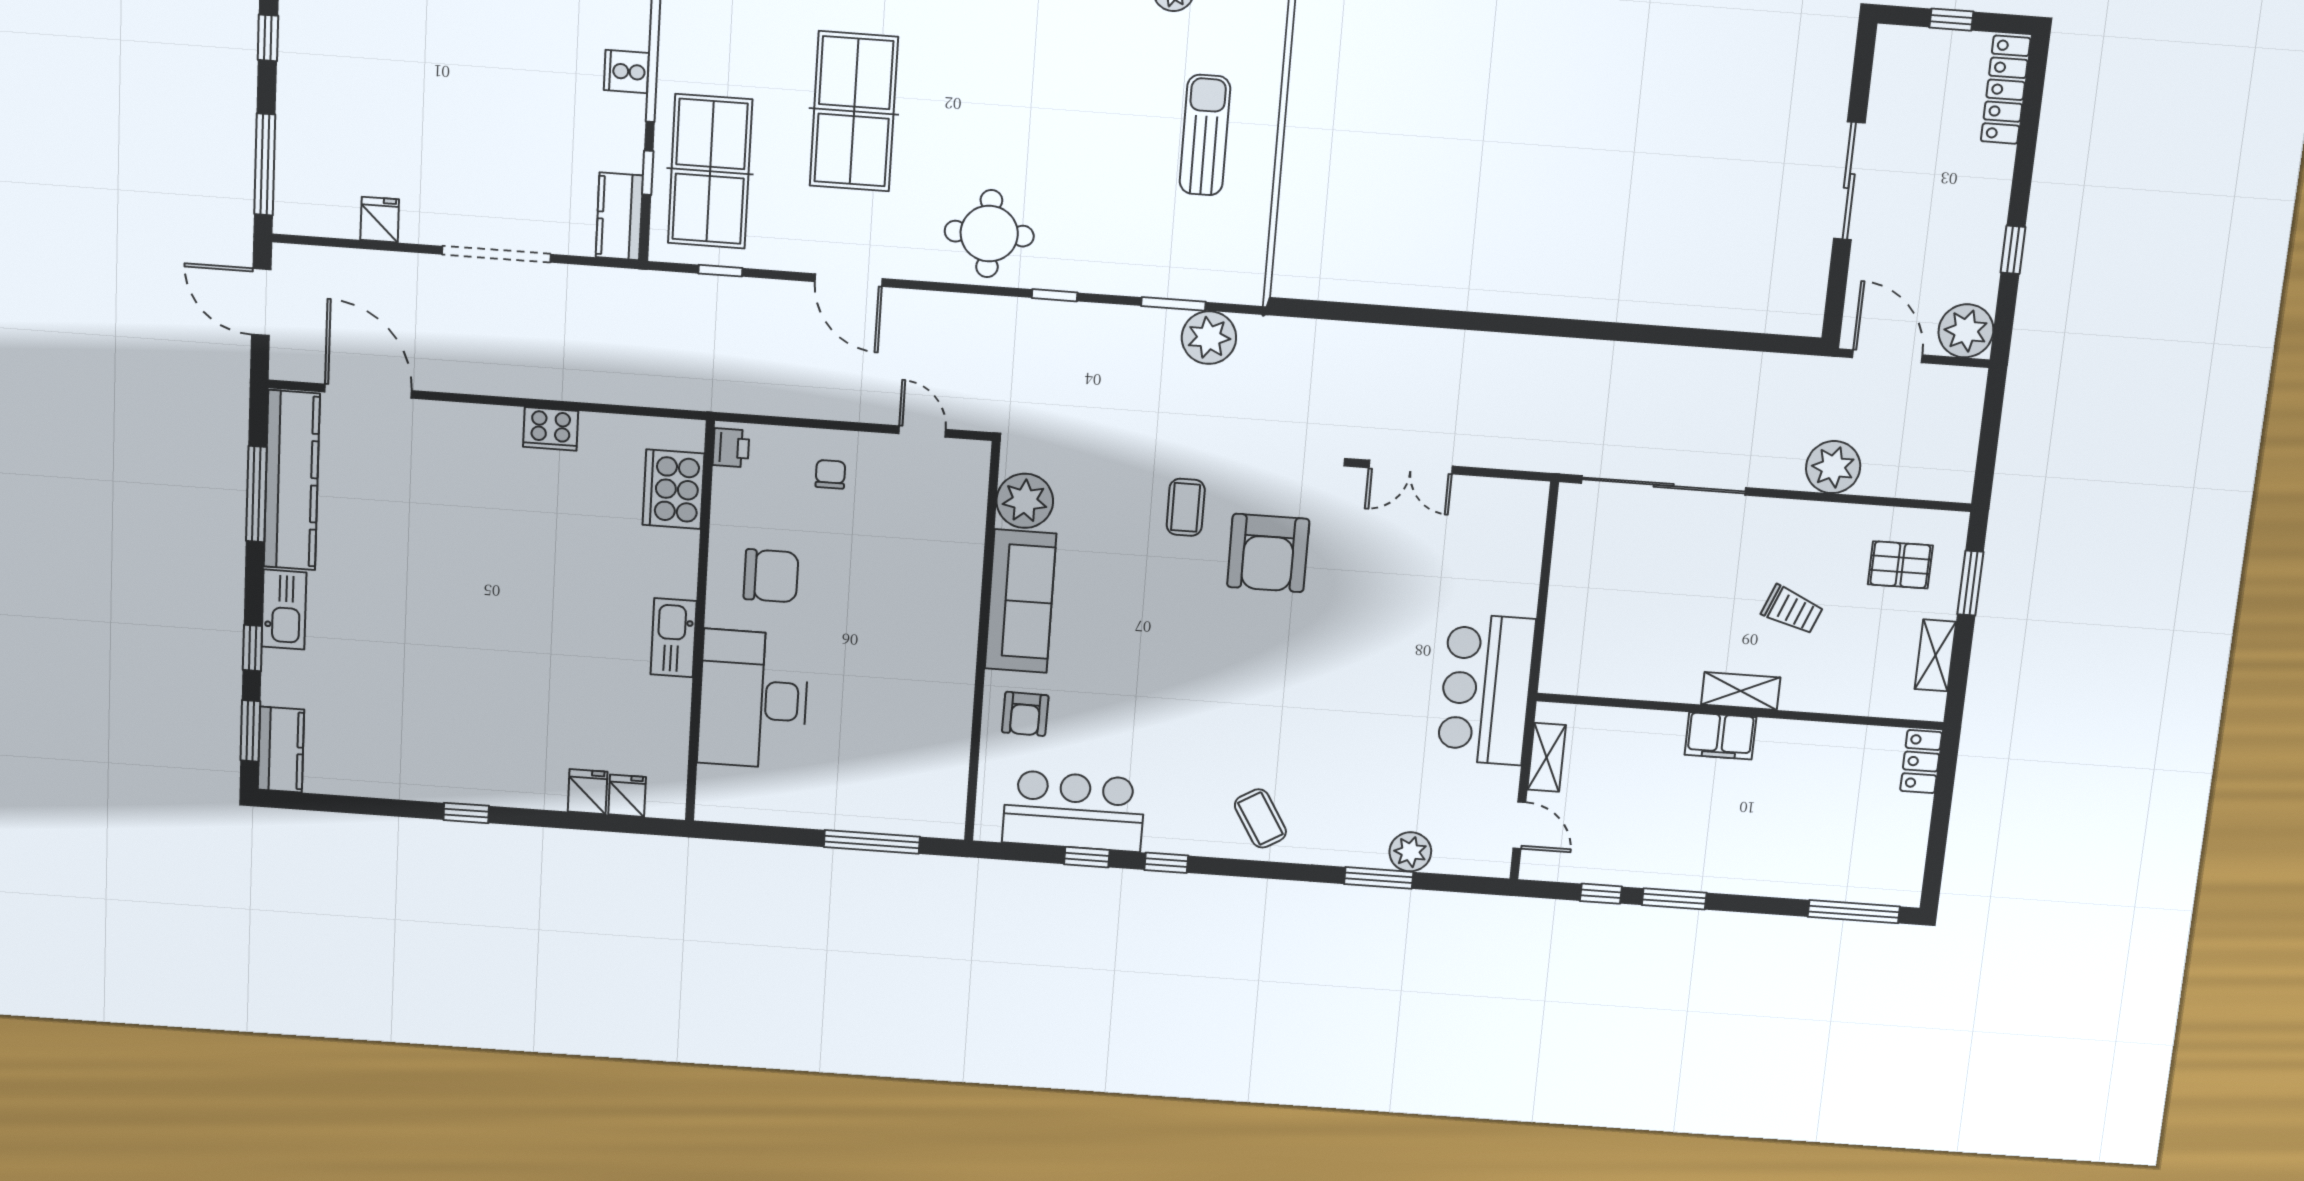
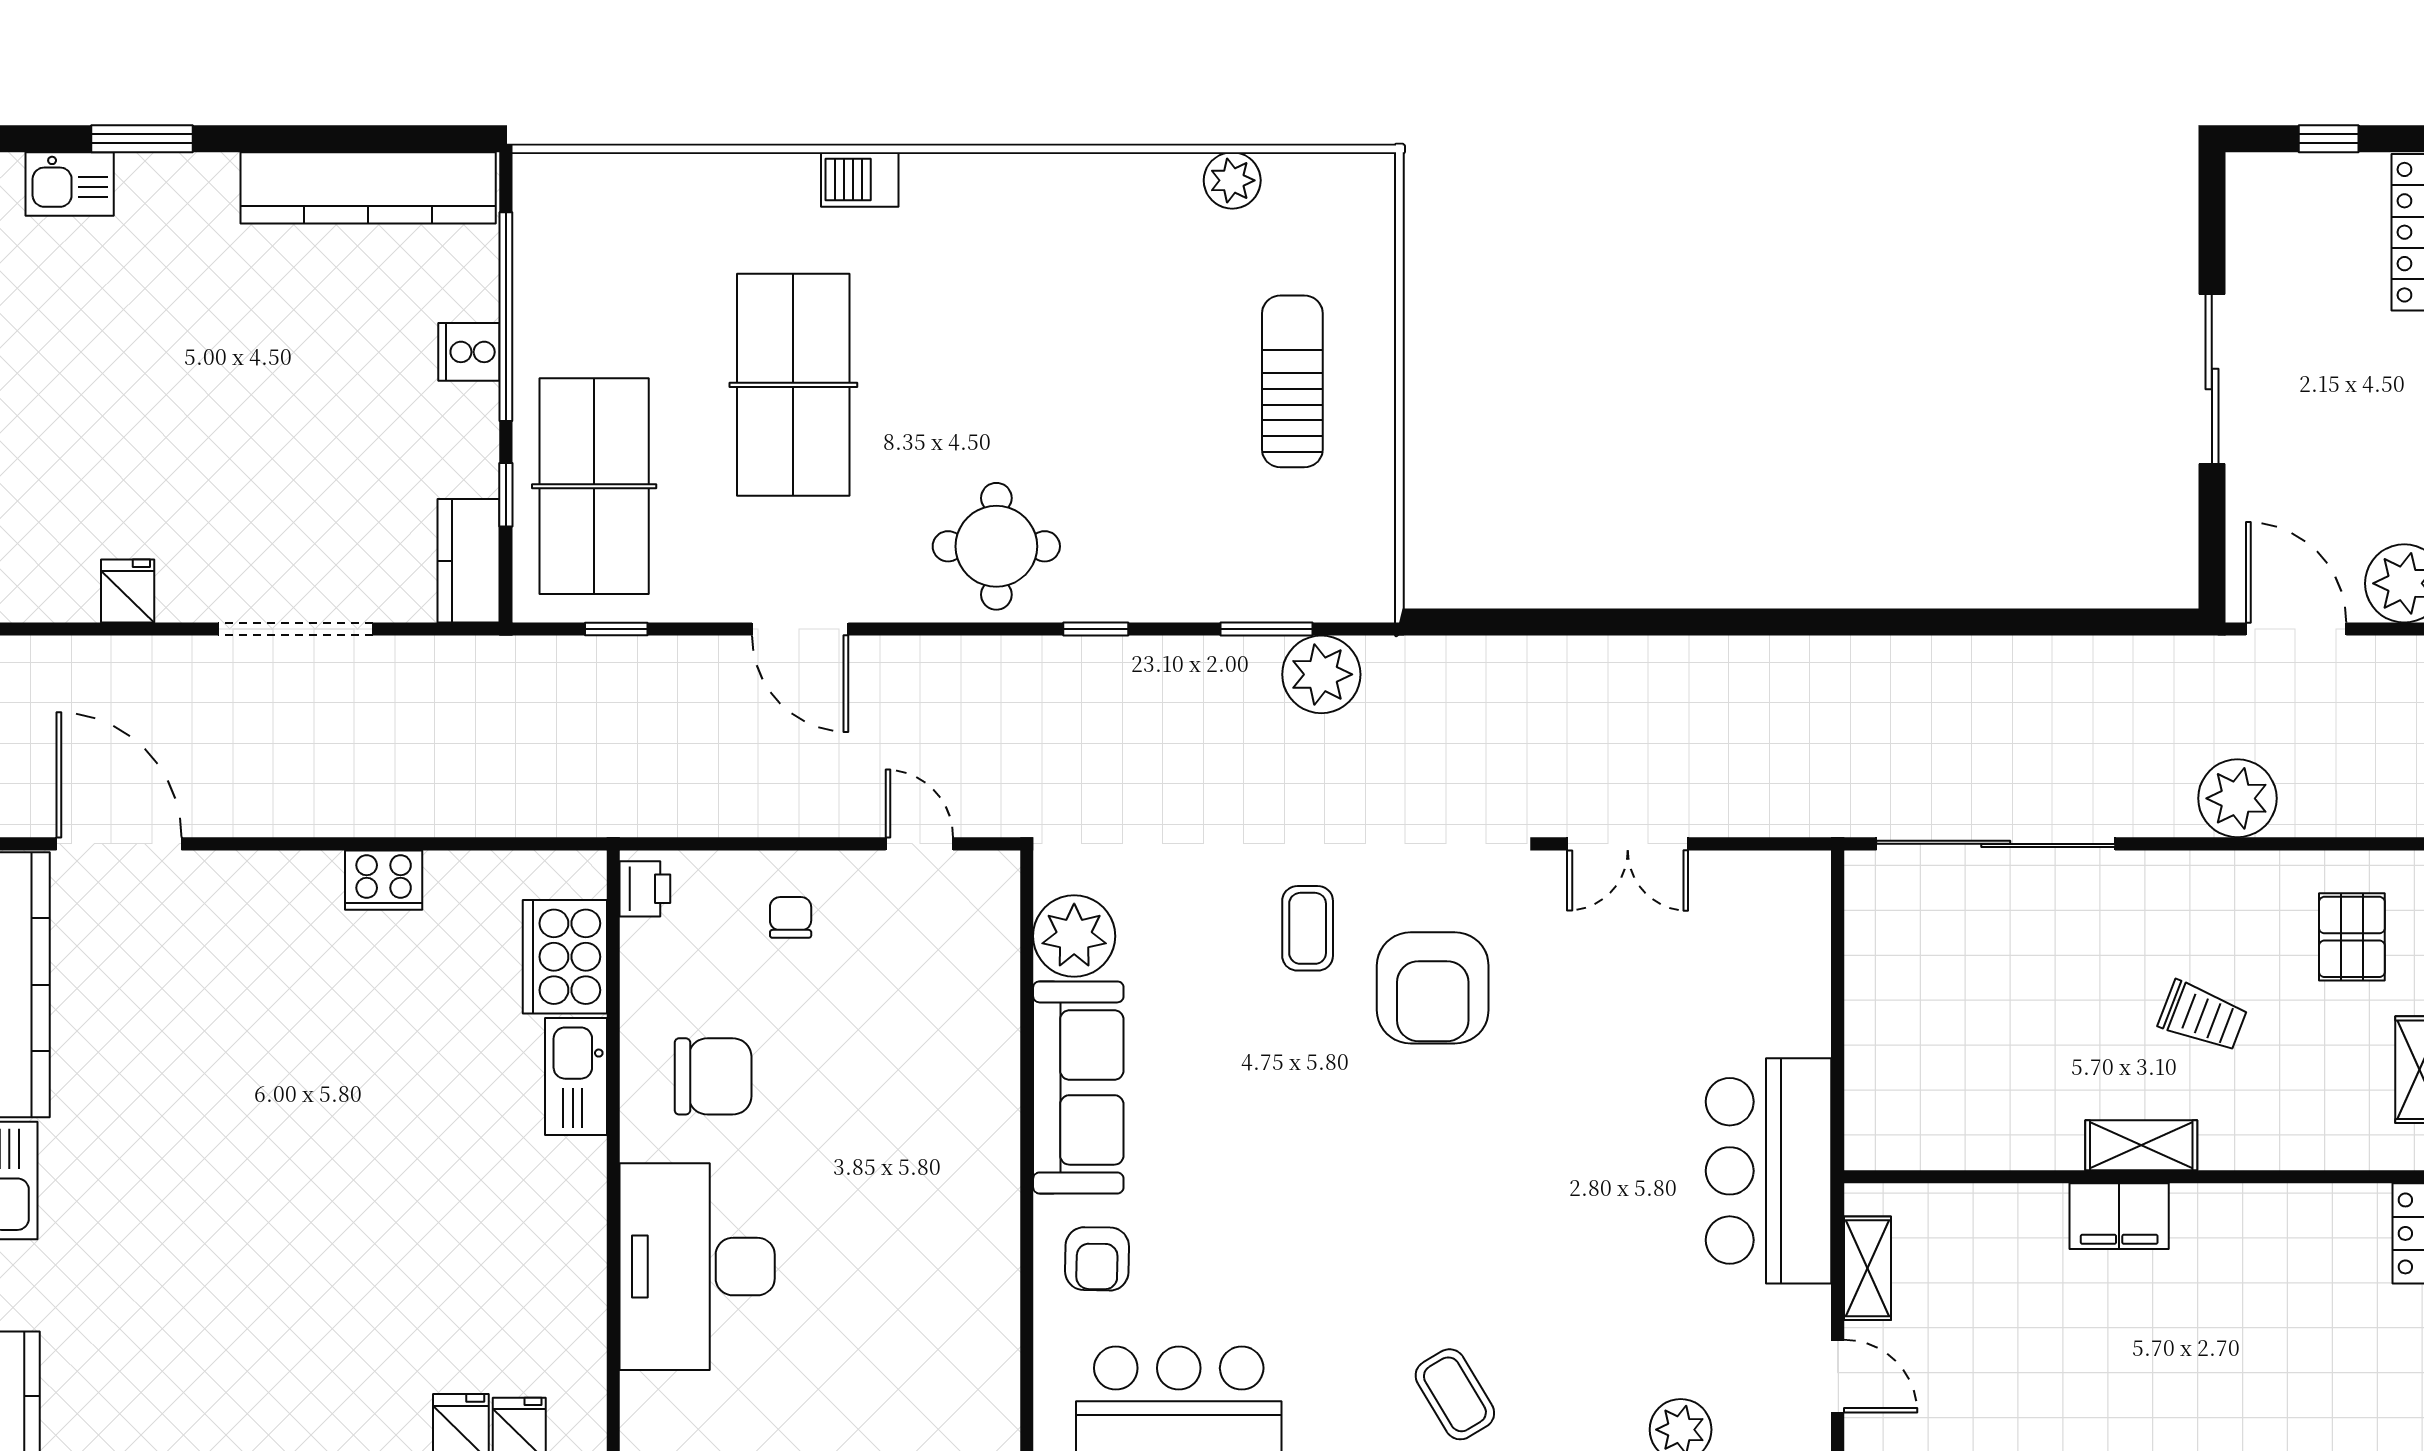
pallet: (1900, 565) -> (2352, 937), turned 90
kitchen sink: (674, 638) -> (576, 1076), moved

